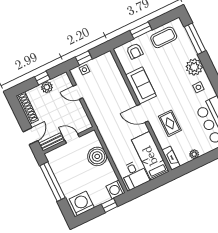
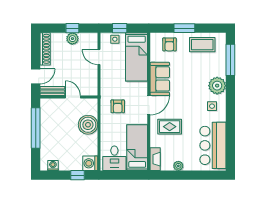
bed: (111, 76) -> (137, 57), added
door: (142, 113) -> (149, 105), swing flipped
rug: (170, 123) -> (170, 127), turned 90
armchair: (116, 128) -> (118, 106), added
washing machine: (82, 203) -> (53, 166), width x0.53, depth x0.53

